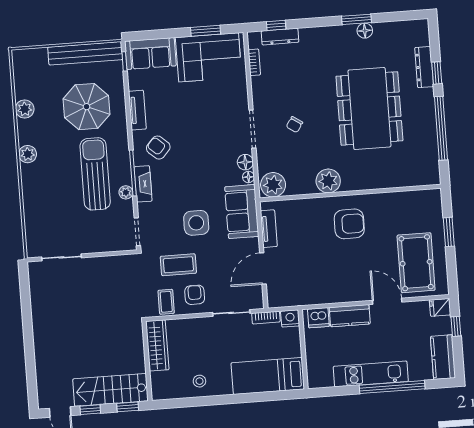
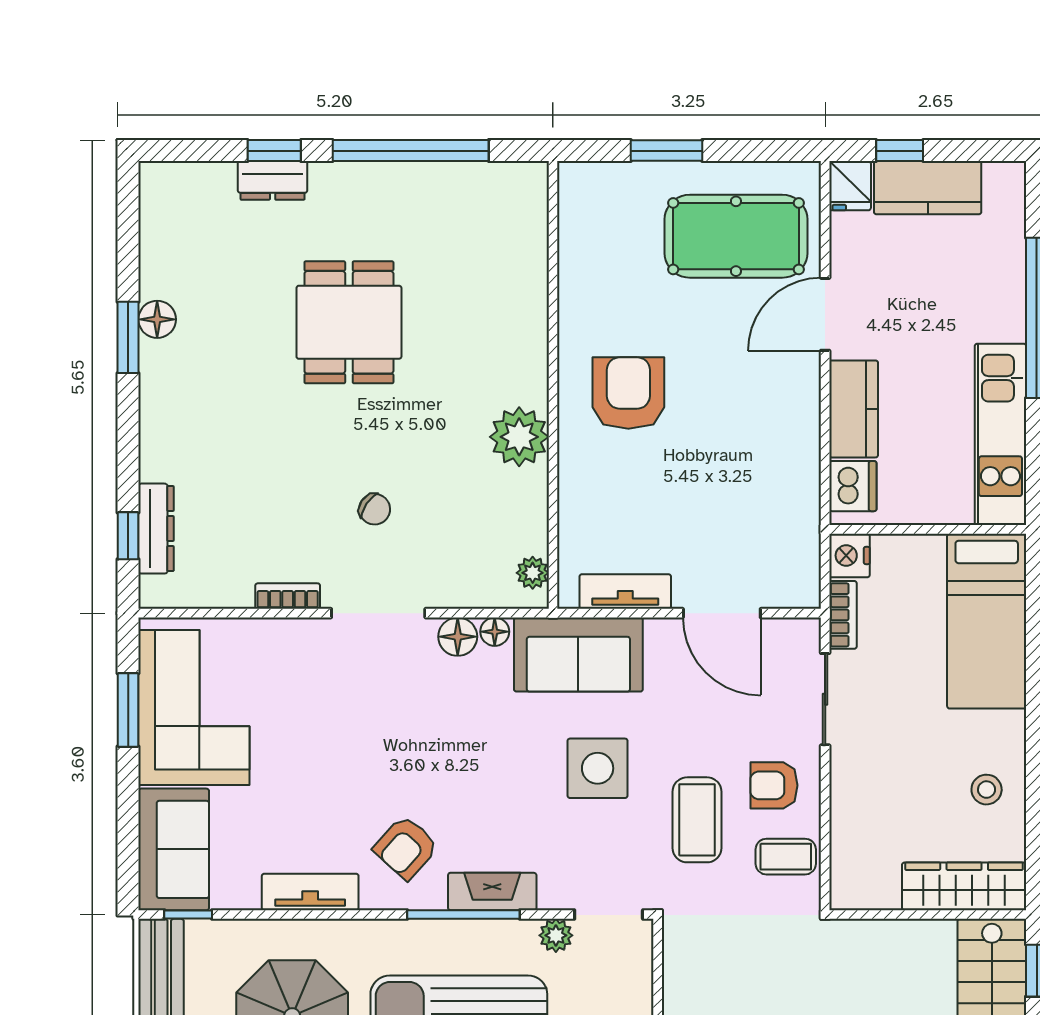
bookcase: (254, 62) -> (288, 596), moved
dresser: (424, 67) -> (273, 180), width x0.70
dining table: (369, 108) -> (349, 322), width x0.53, depth x0.80
plant: (273, 185) -> (533, 573), width x0.53, depth x0.53
plant: (126, 192) -> (556, 935), moved
wardrobe: (157, 345) -> (964, 886), moved
kitchen counter: (443, 357) -> (928, 188), moved
kitchen unit: (371, 374) -> (1000, 434), moved

